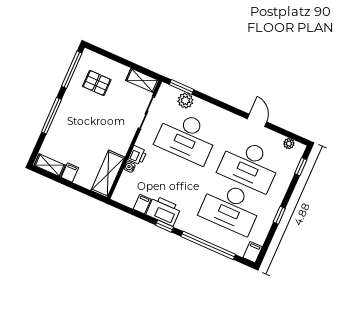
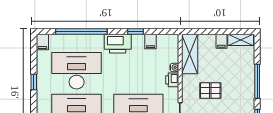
pallet: (103, 127) -> (210, 91), added
printer: (163, 211) -> (118, 44), moved
window: (164, 226) -> (136, 31), moved

